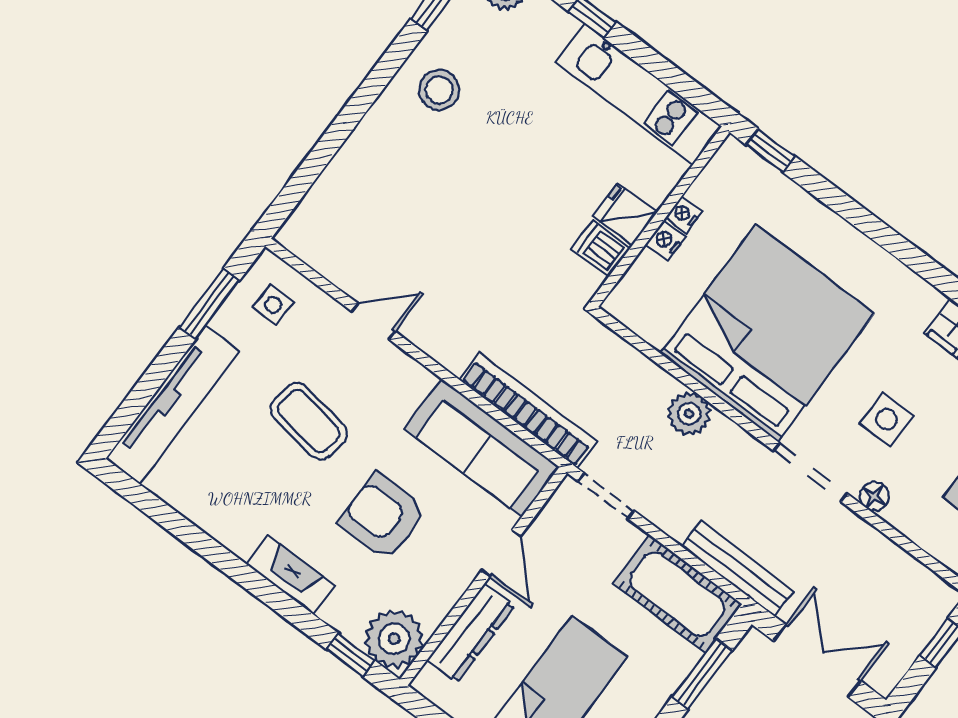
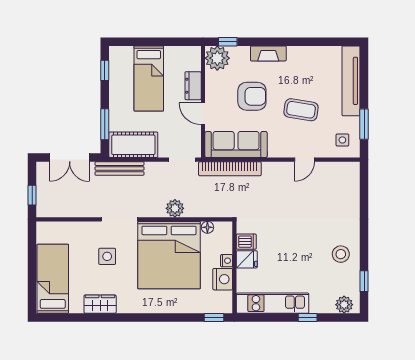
nightstand: (684, 214) -> (223, 279), width x1.89, depth x1.79
floor lamp: (874, 496) -> (207, 227), moved
dresser: (471, 633) -> (193, 86), width x0.70

